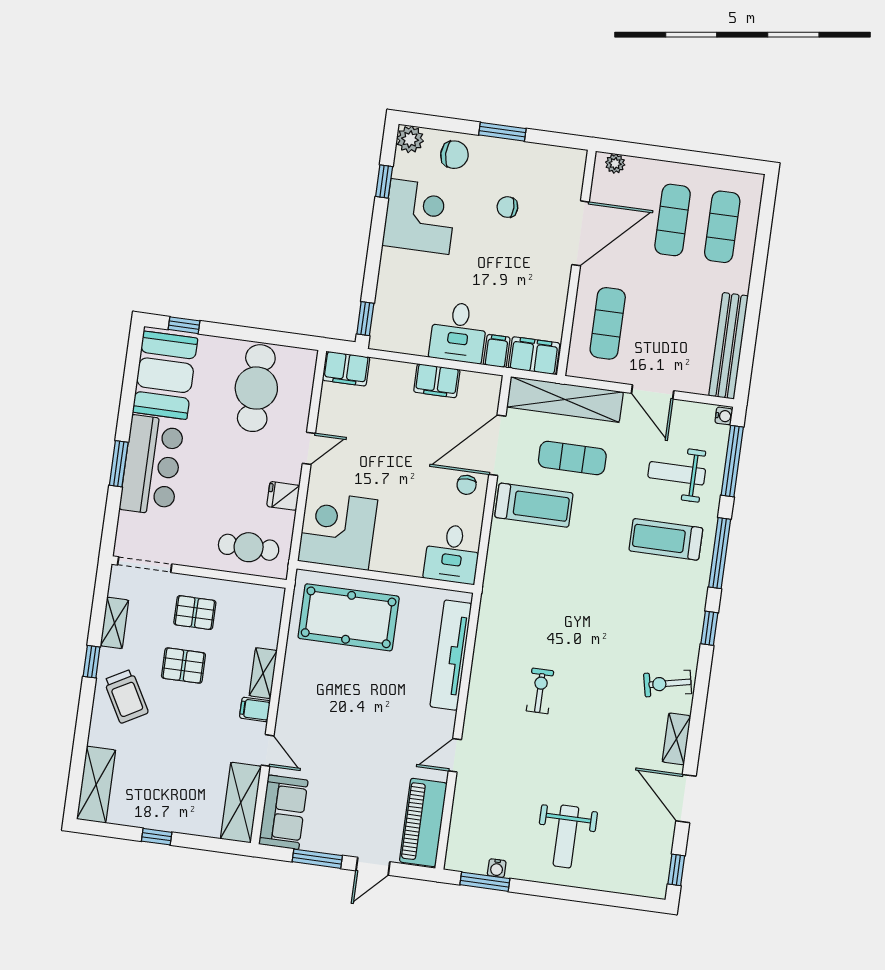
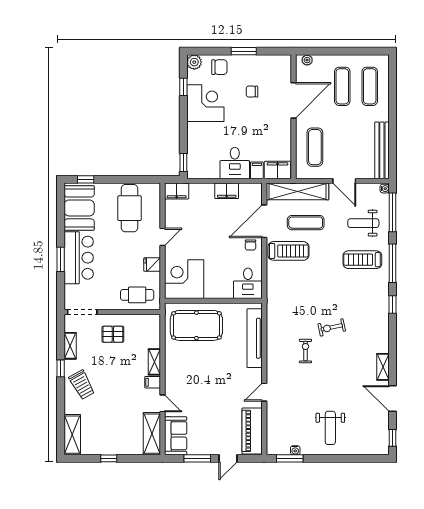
pallet: (183, 666) -> (111, 364), removed
exercise bike: (668, 683) -> (332, 327), moved

